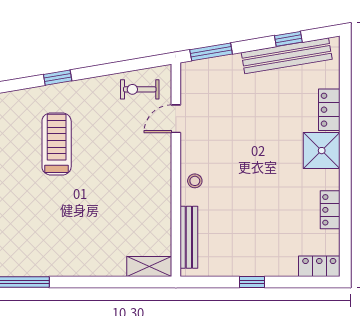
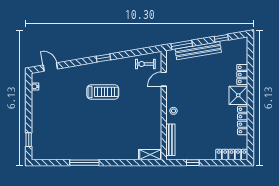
bench: (287, 56) -> (198, 51), moved
treadmill: (57, 144) -> (103, 92), turned 90
locker: (330, 210) -> (243, 120), width x1.53
locker: (319, 266) -> (232, 154), width x1.53
window: (252, 282) -> (193, 163), moved

